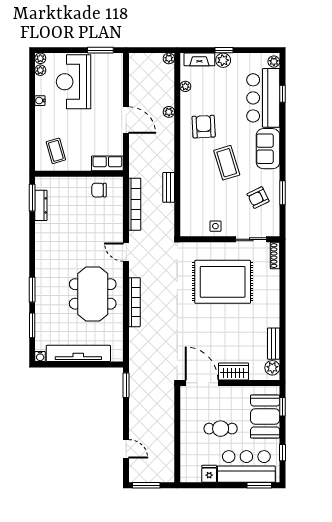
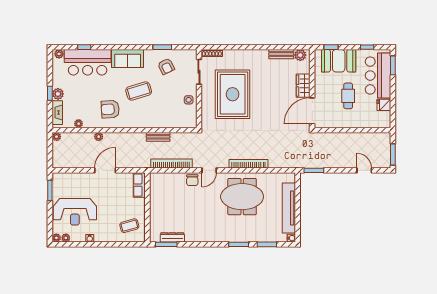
chair: (99, 190) -> (192, 180), moved
door: (126, 449) -> (364, 170), hinge flipped

